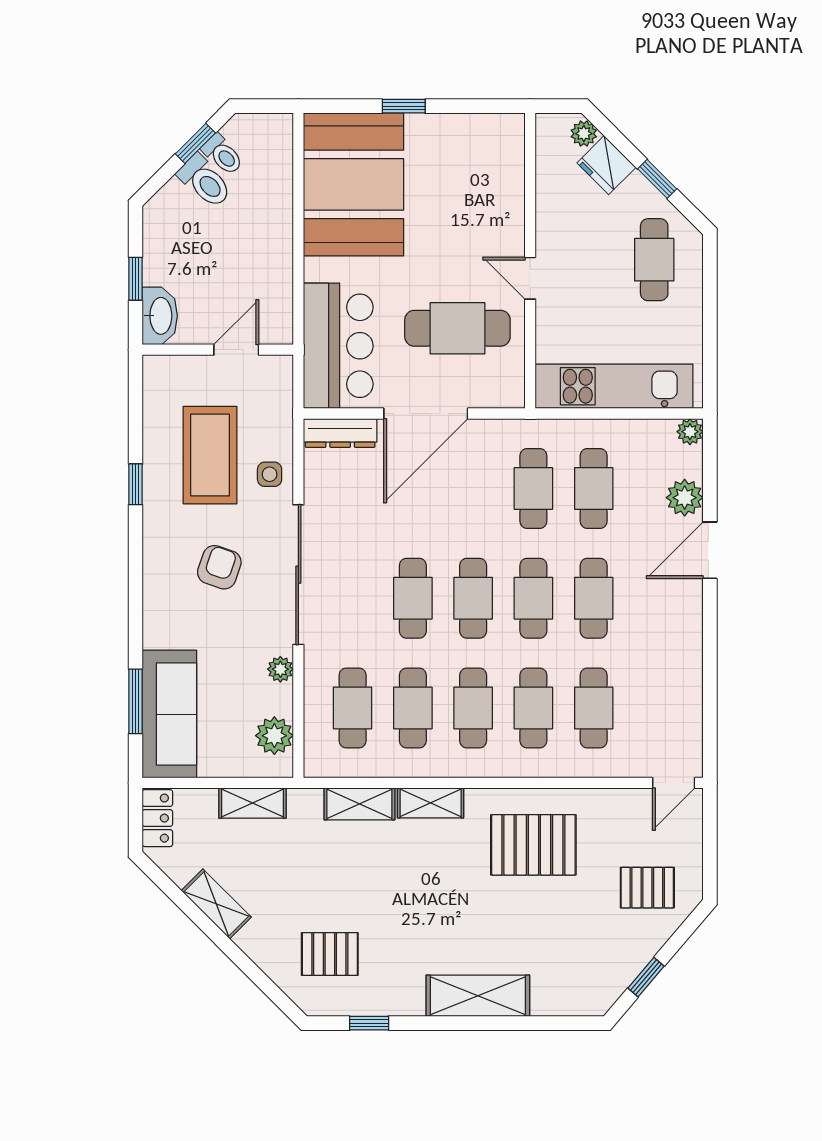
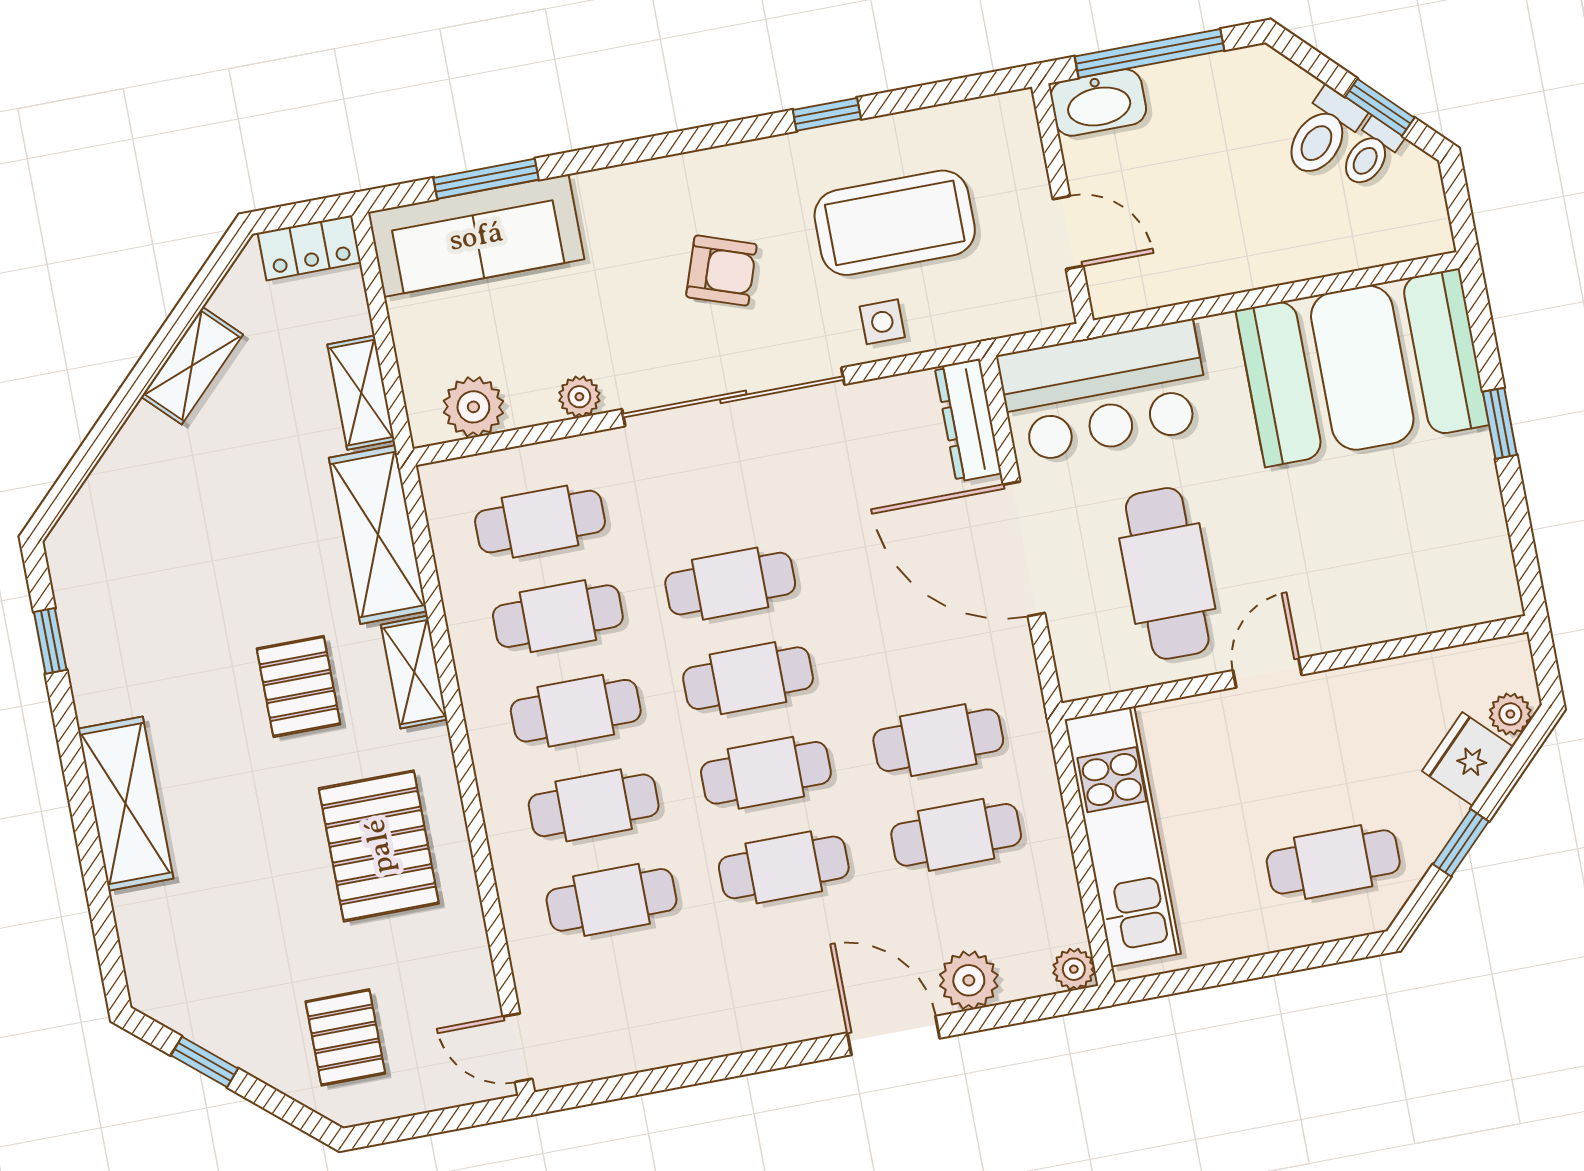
window: (135, 279) -> (1149, 53), width x2.17
shelving: (359, 804) -> (378, 535), width x1.50, depth x1.33
pallet: (330, 954) -> (299, 686), moved

